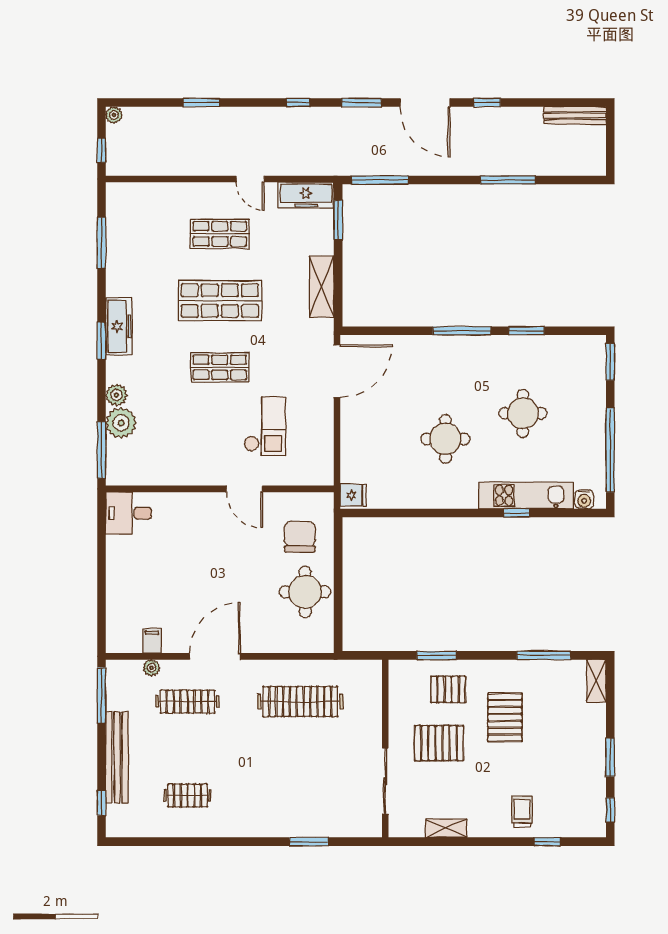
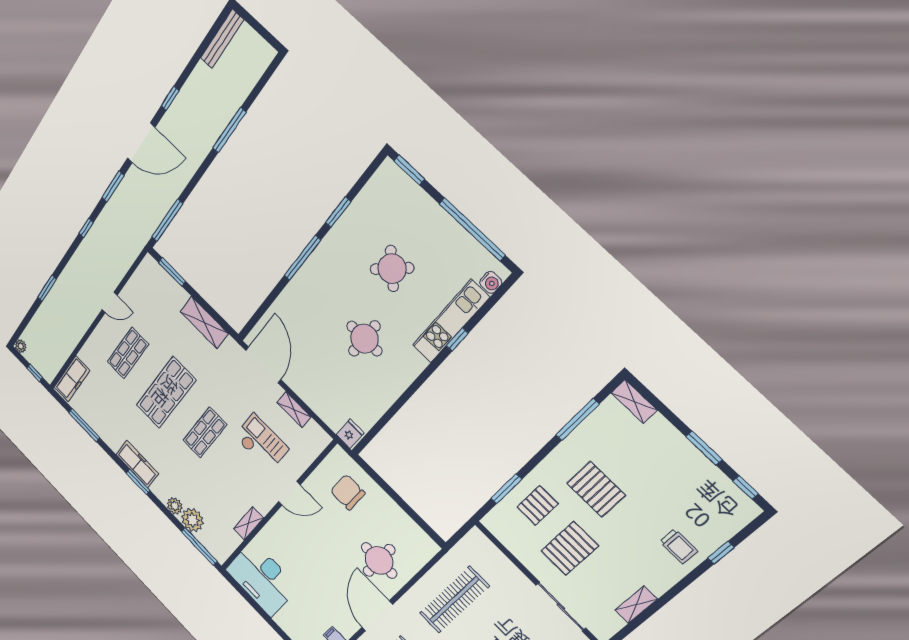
freezer: (306, 195) -> (72, 379), moved
round table: (523, 413) -> (392, 269), turned 45
shelving: (325, 430) -> (294, 410), added
shelving: (176, 476) -> (248, 523), added
desk: (129, 513) -> (262, 578), width x1.87, depth x1.30
round table: (305, 592) -> (379, 560), moved
trolley: (522, 812) -> (679, 546), turned 180

